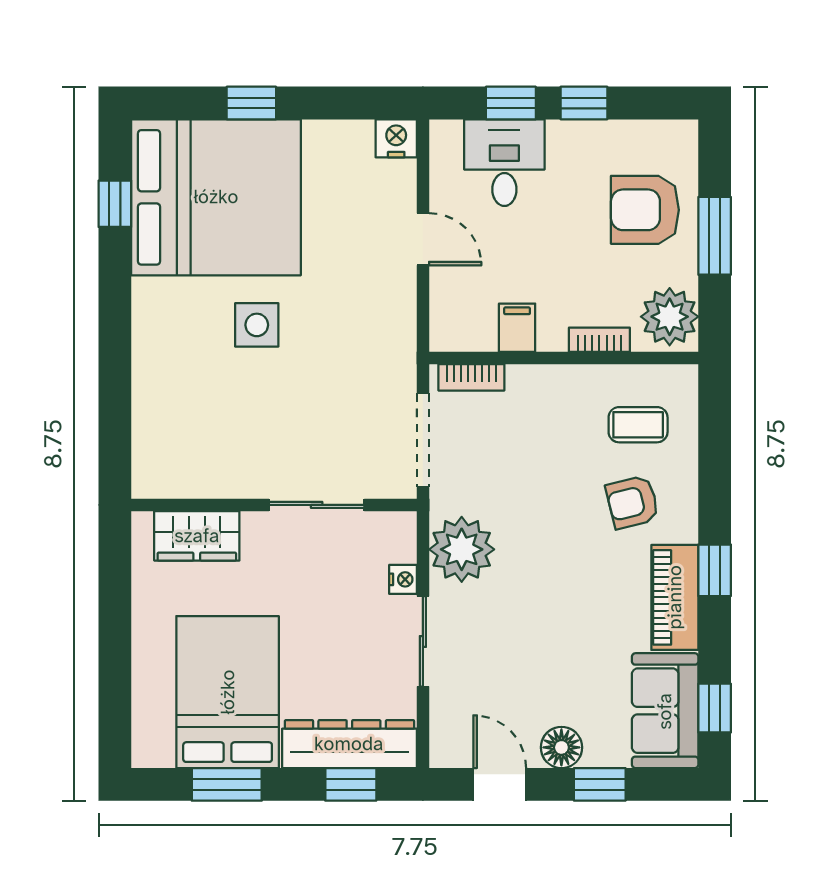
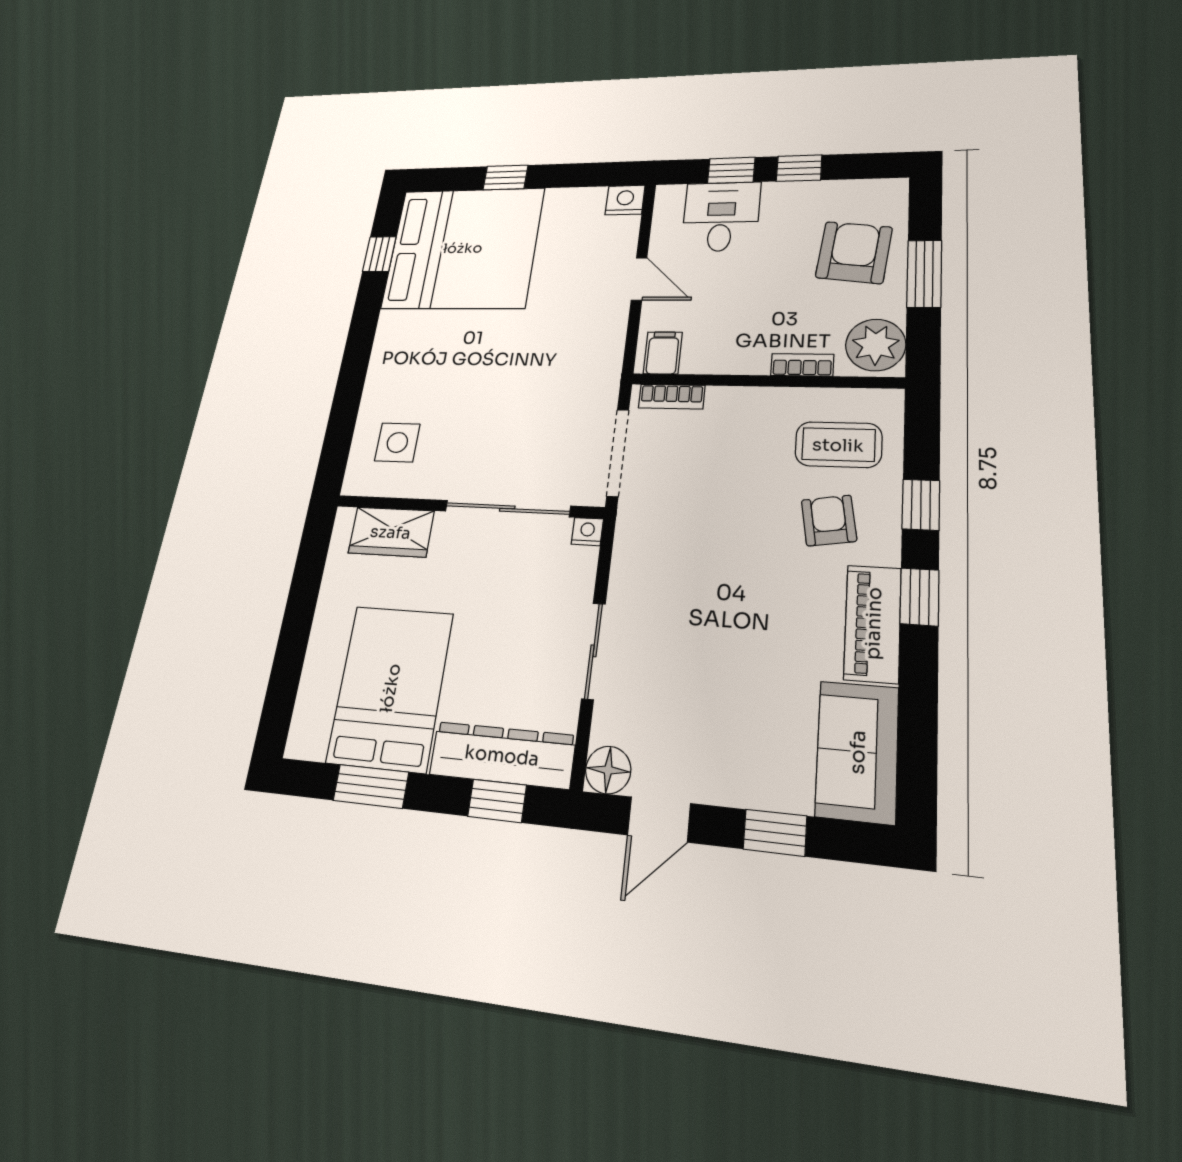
armchair: (645, 210) -> (854, 252), turned 97
side table: (257, 325) -> (397, 442), moved
filing cabinet: (517, 328) -> (663, 353), moved
coffee table: (638, 425) -> (838, 445), width x1.36, depth x1.30
armchair: (632, 502) -> (829, 521), turned 95
sliding door: (317, 505) -> (507, 509), width x1.37
plant: (462, 549) -> (644, 559), removed
nightstand: (403, 579) -> (587, 532), moved, turned -90
window: (715, 708) -> (921, 505), moved
floor lamp: (561, 747) -> (608, 770), moved
door: (500, 784) -> (659, 819), swing flipped

